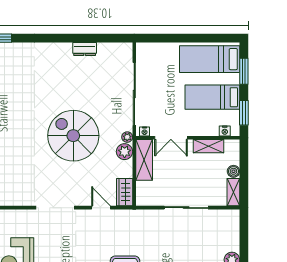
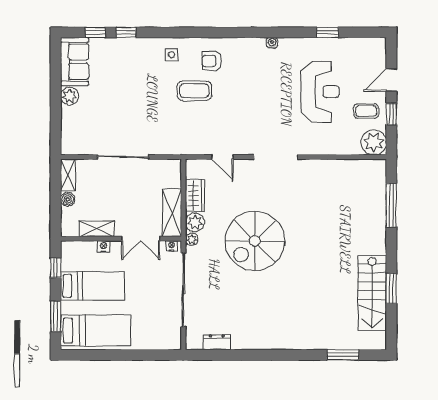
dresser: (85, 49) -> (217, 342), moved
window: (244, 113) -> (56, 268), width x0.67
nightstand: (225, 131) -> (104, 246), moved
spiral stairs: (73, 136) -> (255, 241), turned 90
double door: (171, 138) -> (141, 239), swing flipped
wardrobe: (125, 192) -> (195, 196), moved

